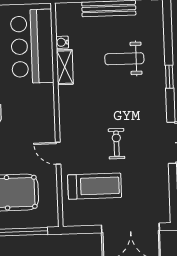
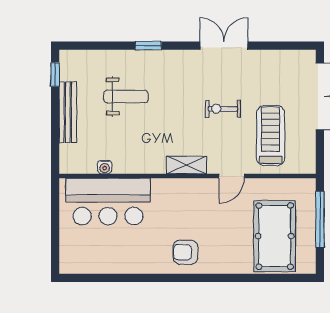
weight bench: (124, 59) -> (126, 96), turned -90
shelving: (65, 67) -> (187, 165), moved

